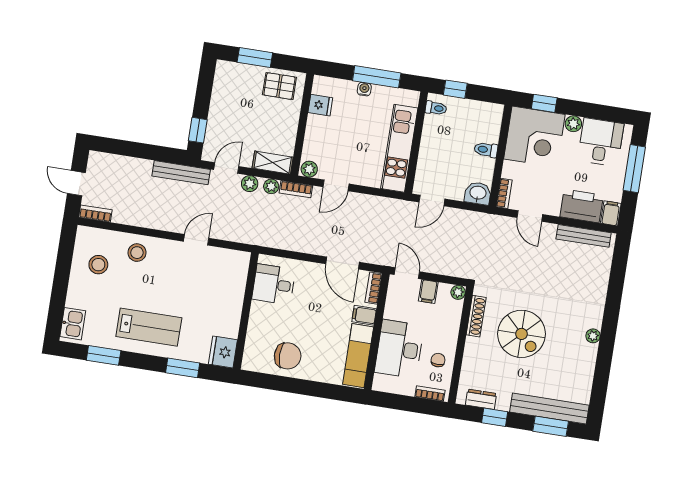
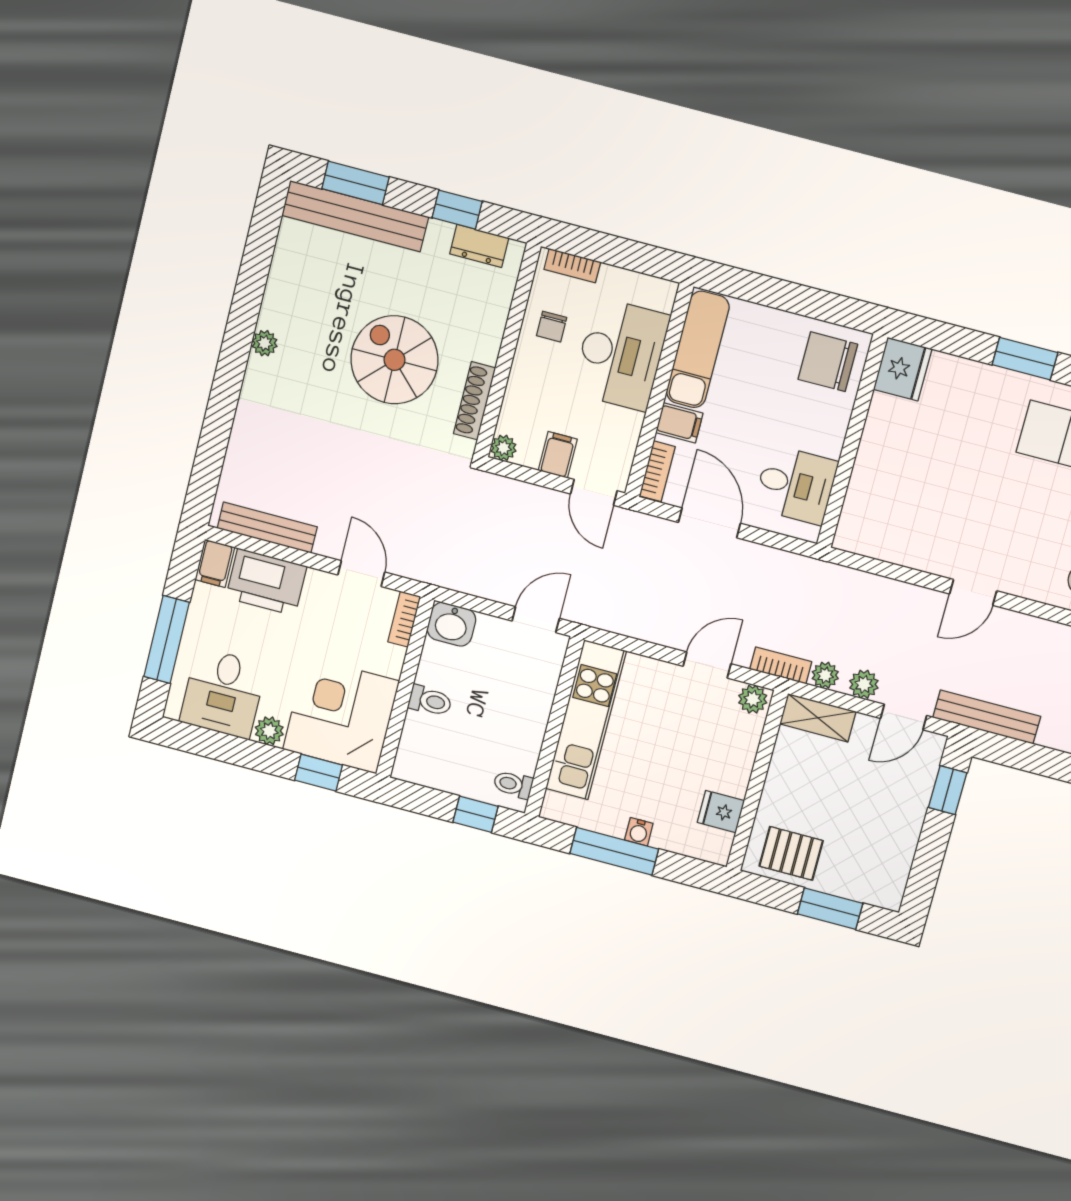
desk: (274, 284) -> (796, 485), moved
wall: (246, 311) -> (852, 441), moved
fridge: (223, 352) -> (903, 369), moved

